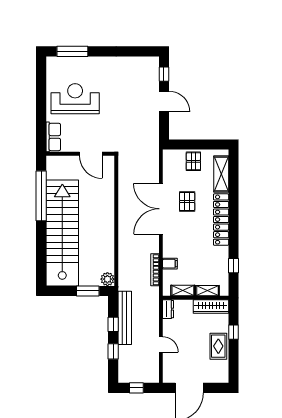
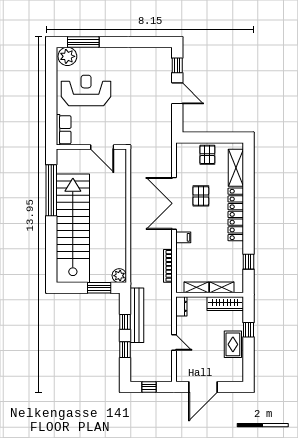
plant: (57, 65) -> (67, 56), added
filing cabinet: (170, 264) -> (183, 237), moved

